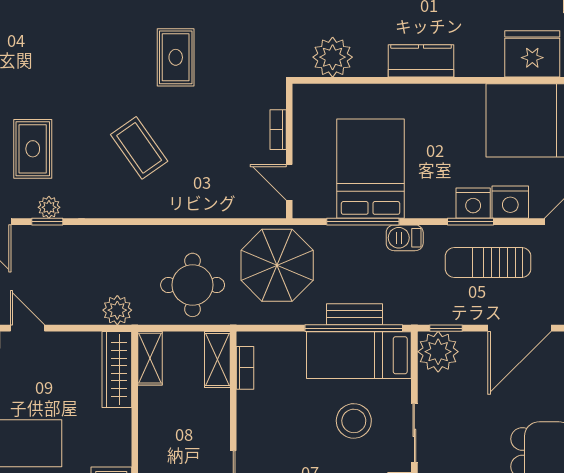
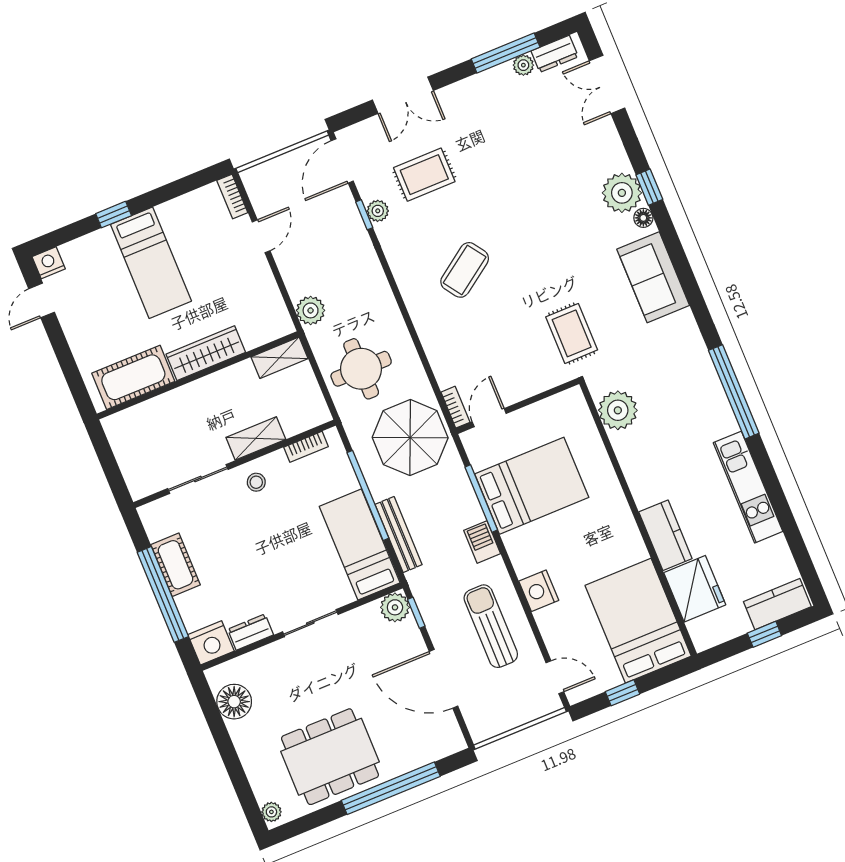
rug: (176, 57) -> (572, 333), moved, turned 90
kitchen counter: (421, 61) -> (665, 535), moved
bookcase: (278, 130) -> (455, 407), moved, turned 90
nightstand: (510, 202) -> (553, 624), removed
window: (470, 222) -> (521, 595), removed
bench: (355, 314) -> (399, 534), width x1.36
window: (354, 328) -> (368, 495), moved
plant: (438, 352) -> (395, 607), width x0.73, depth x0.73
shelving: (217, 359) -> (256, 438), moved
wardrobe: (117, 369) -> (206, 353), moved
stool: (354, 421) -> (256, 482), moved, width x0.53, depth x0.53

